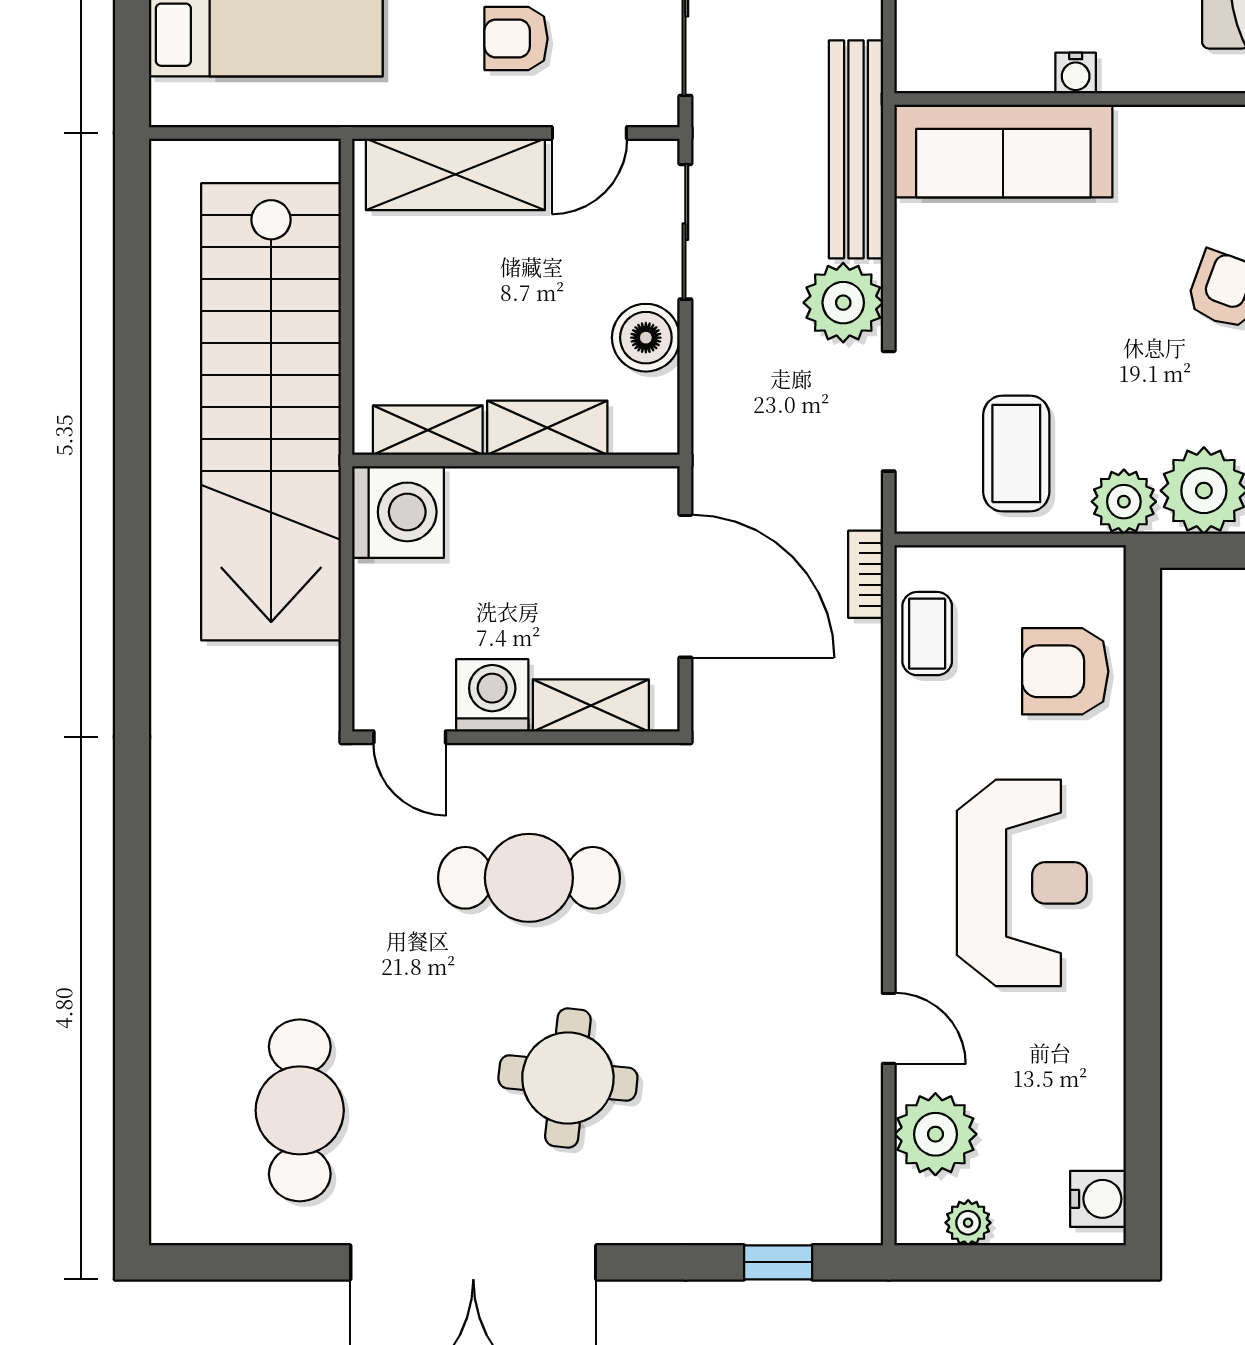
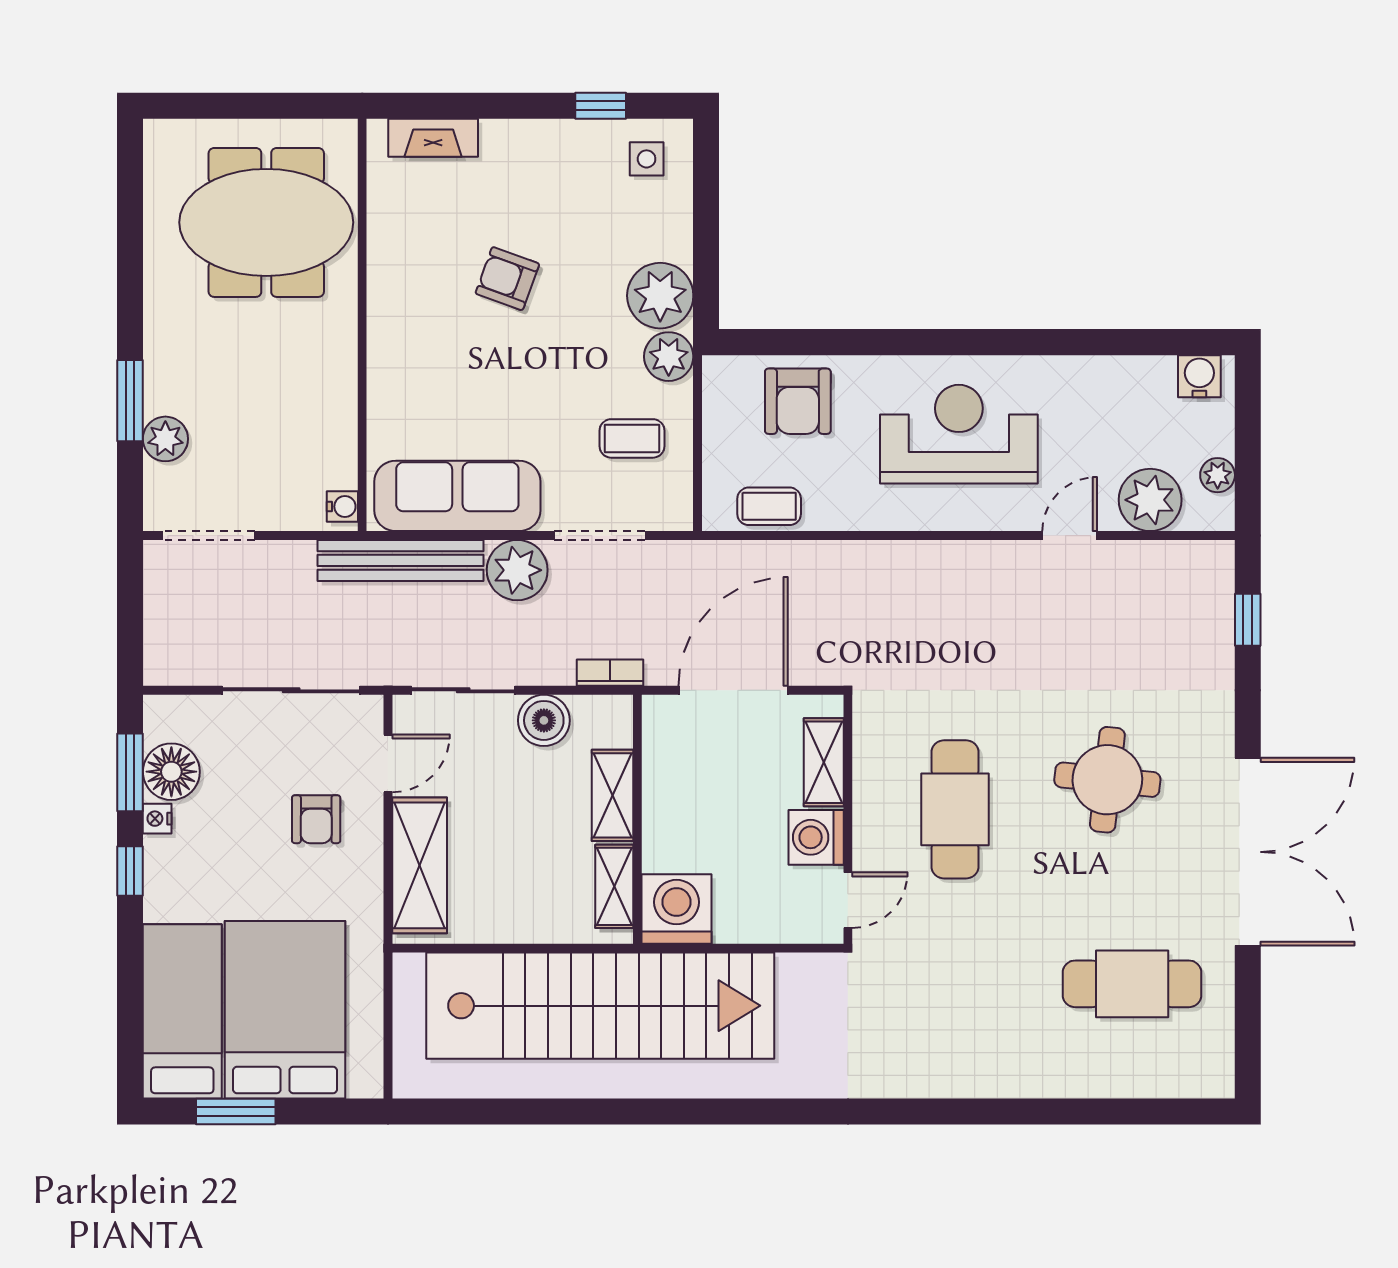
water cooler: (1076, 73) -> (342, 507), moved
door: (589, 133) -> (388, 763), hinge flipped
sofa: (1003, 151) -> (457, 496), moved, turned -90
coffee table: (1016, 453) -> (632, 438), width x0.73, depth x0.77
bookcase: (866, 574) -> (610, 673), moved, turned 180

